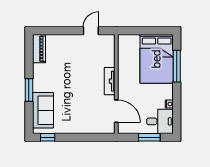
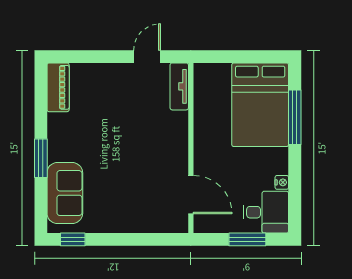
tv unit: (110, 81) -> (179, 86), moved

